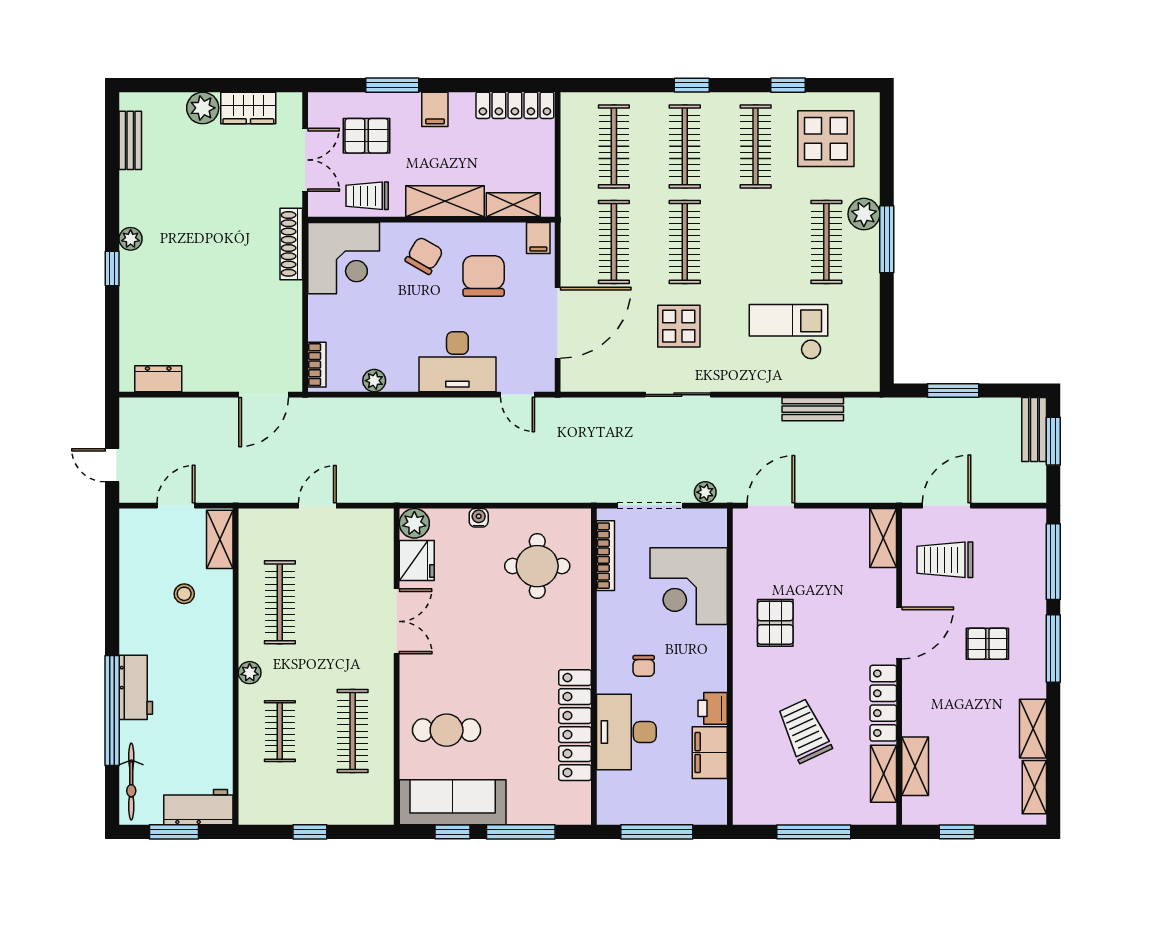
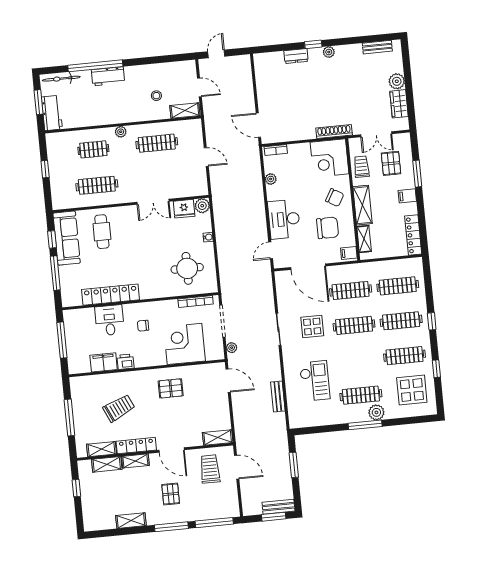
dresser: (158, 379) -> (296, 56), moved, turned 90
desk: (626, 732) -> (110, 320), width x0.73
shelving: (1034, 787) -> (135, 461), moved

